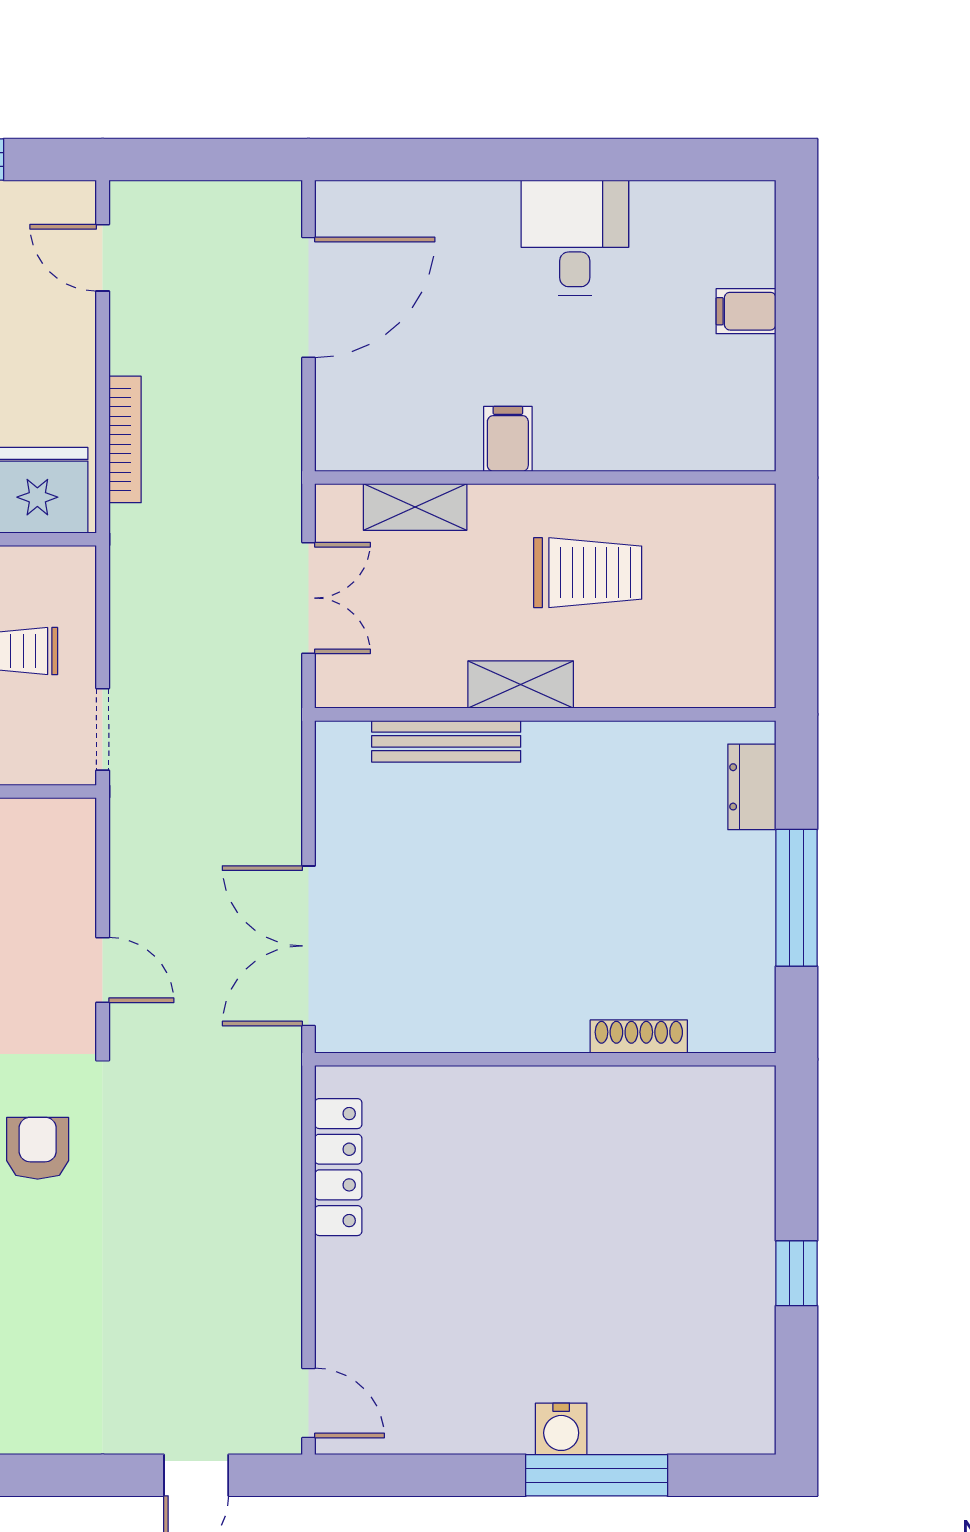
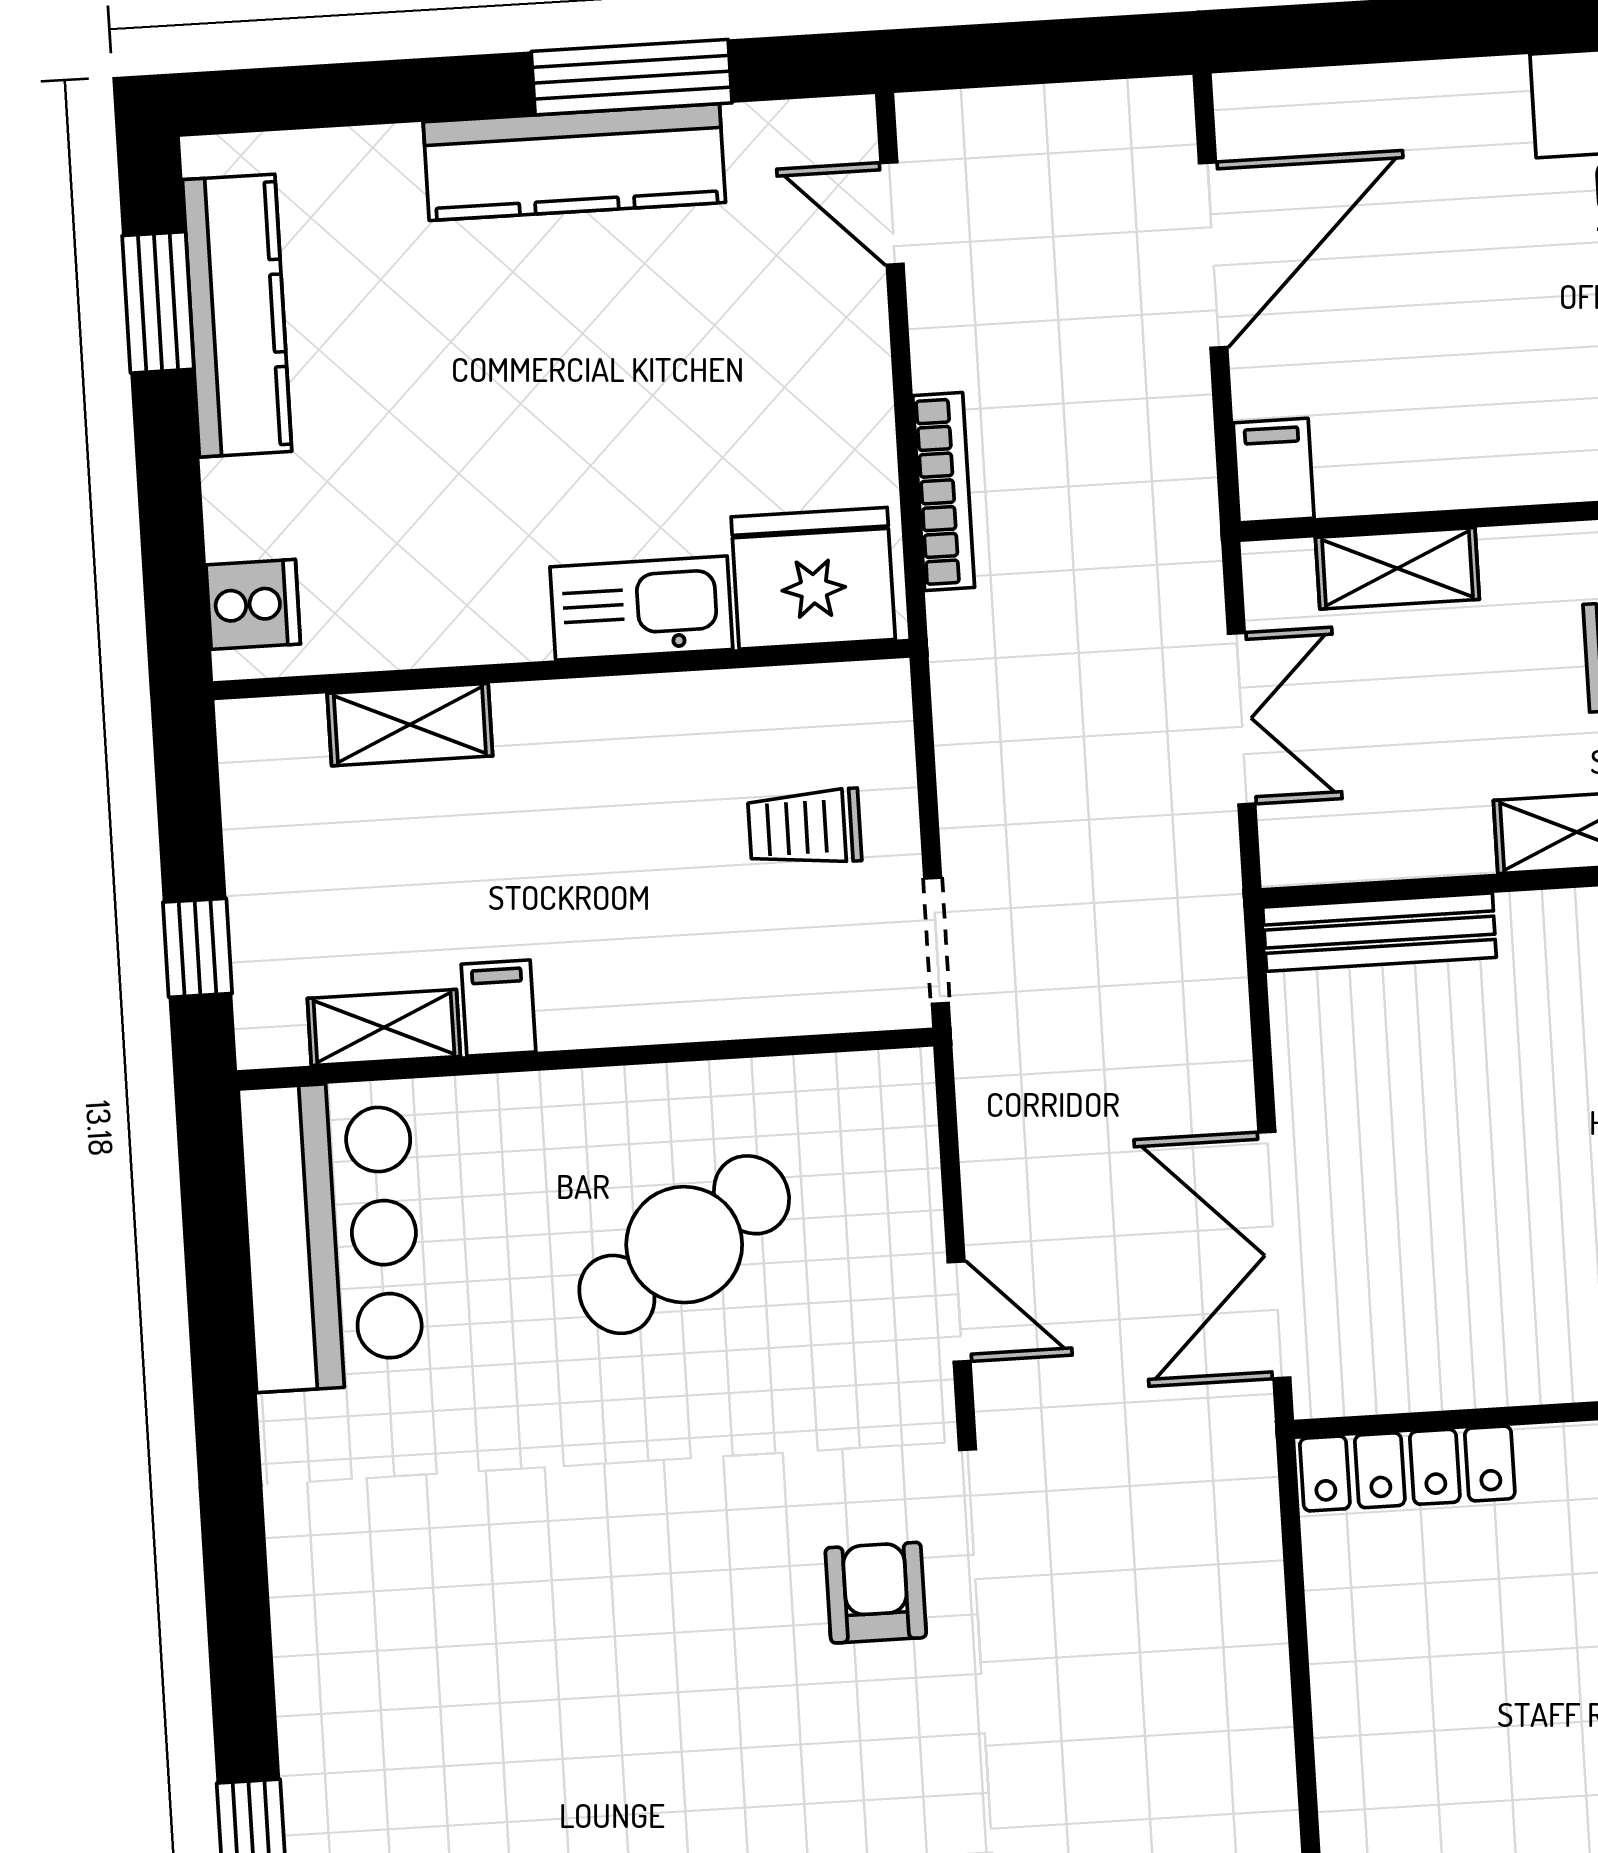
filing cabinet: (508, 439) -> (1274, 471), moved
bench: (446, 741) -> (1379, 932), moved
locker: (338, 1167) -> (1407, 1469), moved, turned 90

